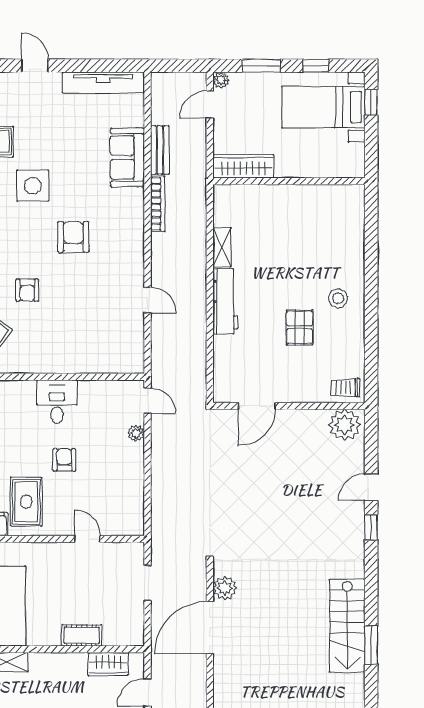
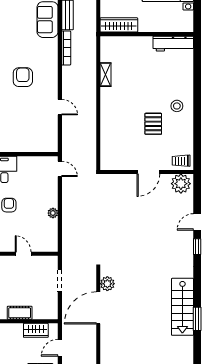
armchair: (73, 237) -> (23, 77), moved
workbench: (225, 301) -> (173, 44), moved, turned 90
door: (257, 406) -> (148, 172), moved
plant: (136, 433) -> (53, 213), moved

